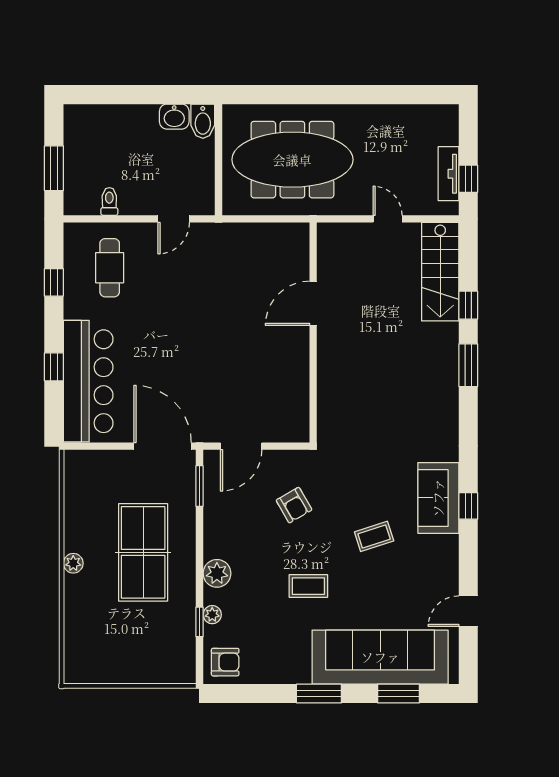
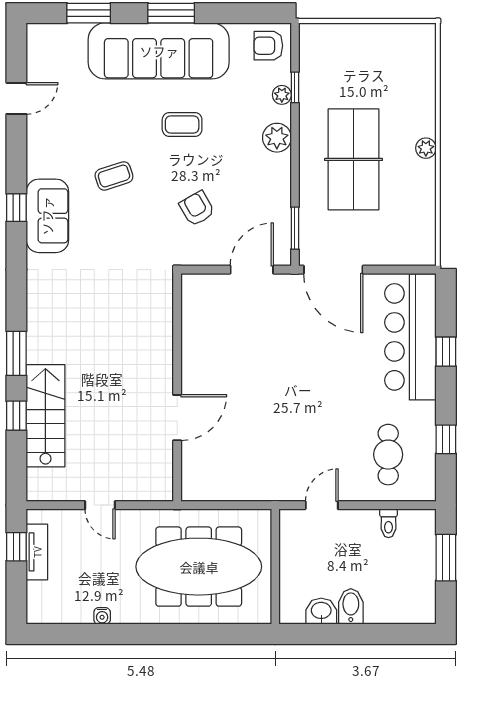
water cooler: (386, 112) -> (102, 616), added
bidet: (203, 121) -> (351, 606), moved
stairs: (440, 272) -> (45, 416), moved
sofa: (380, 657) -> (159, 51), moved

